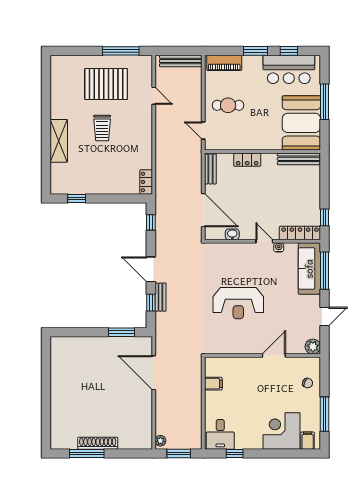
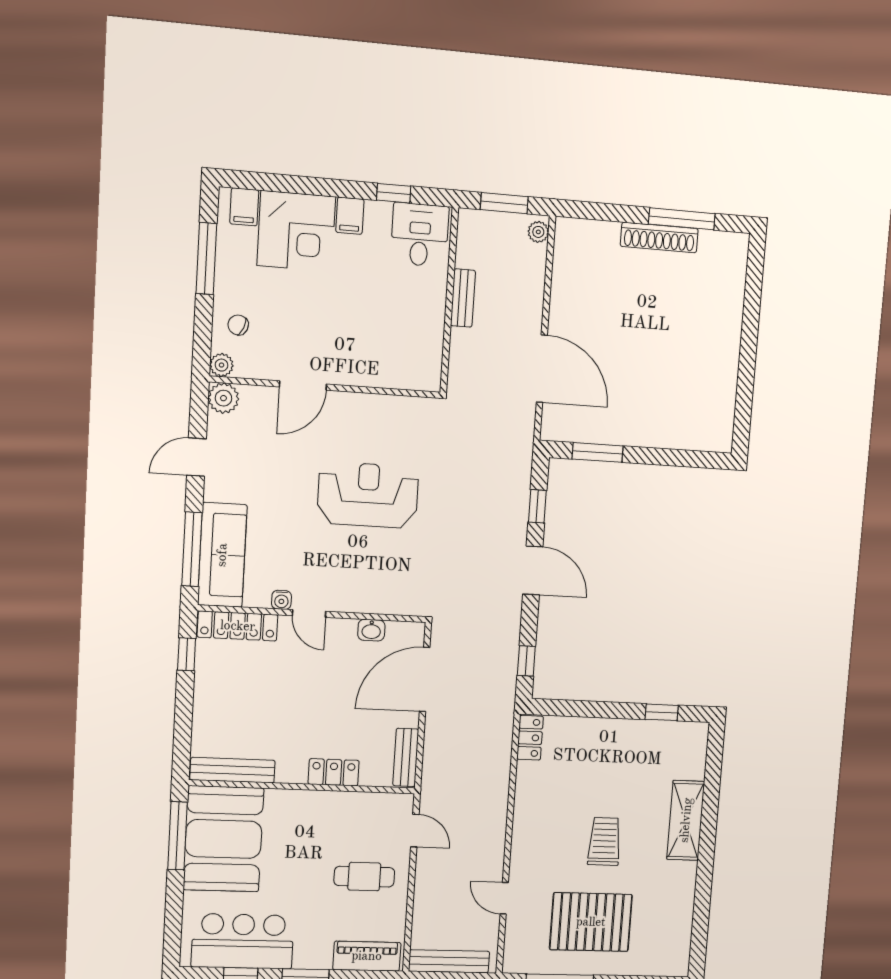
window: (325, 102) -> (178, 836), moved
door: (203, 210) -> (425, 679), hinge flipped
bench: (160, 297) -> (463, 298), moved
plant: (315, 363) -> (222, 365), added
filing cabinet: (213, 384) -> (350, 216), moved, turned -90

